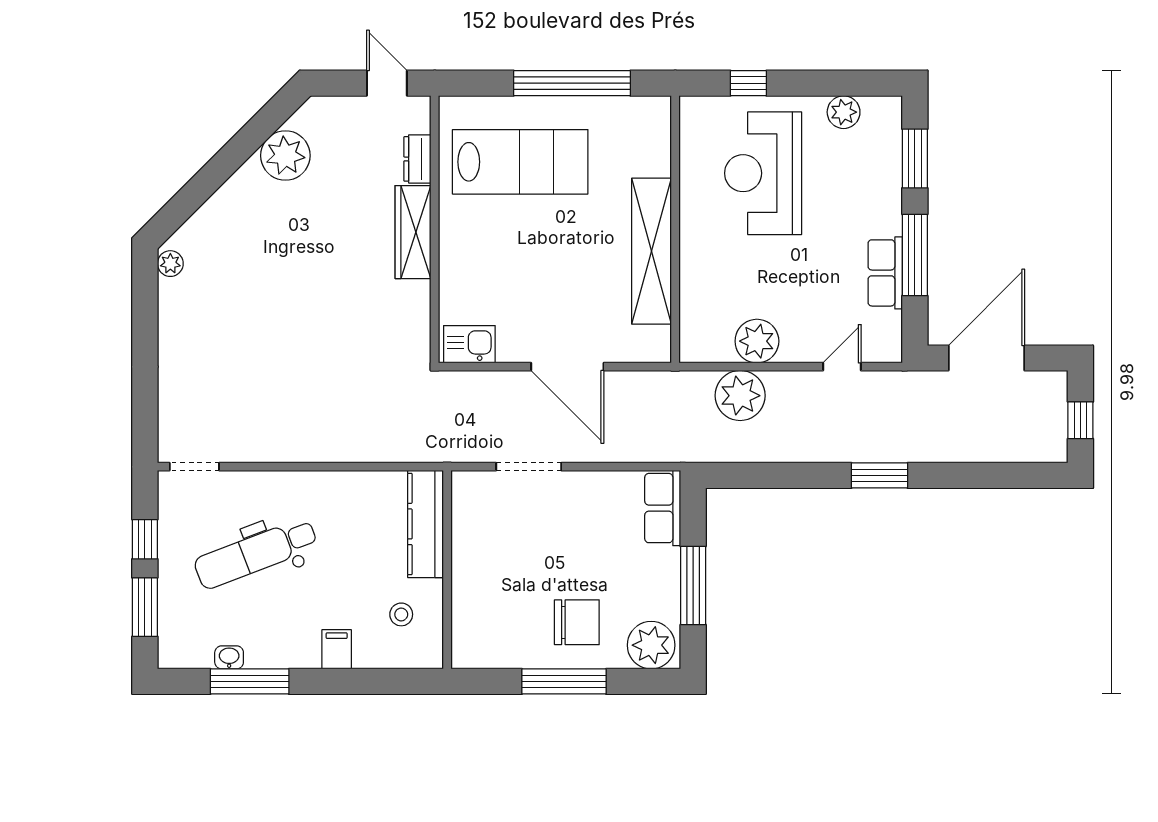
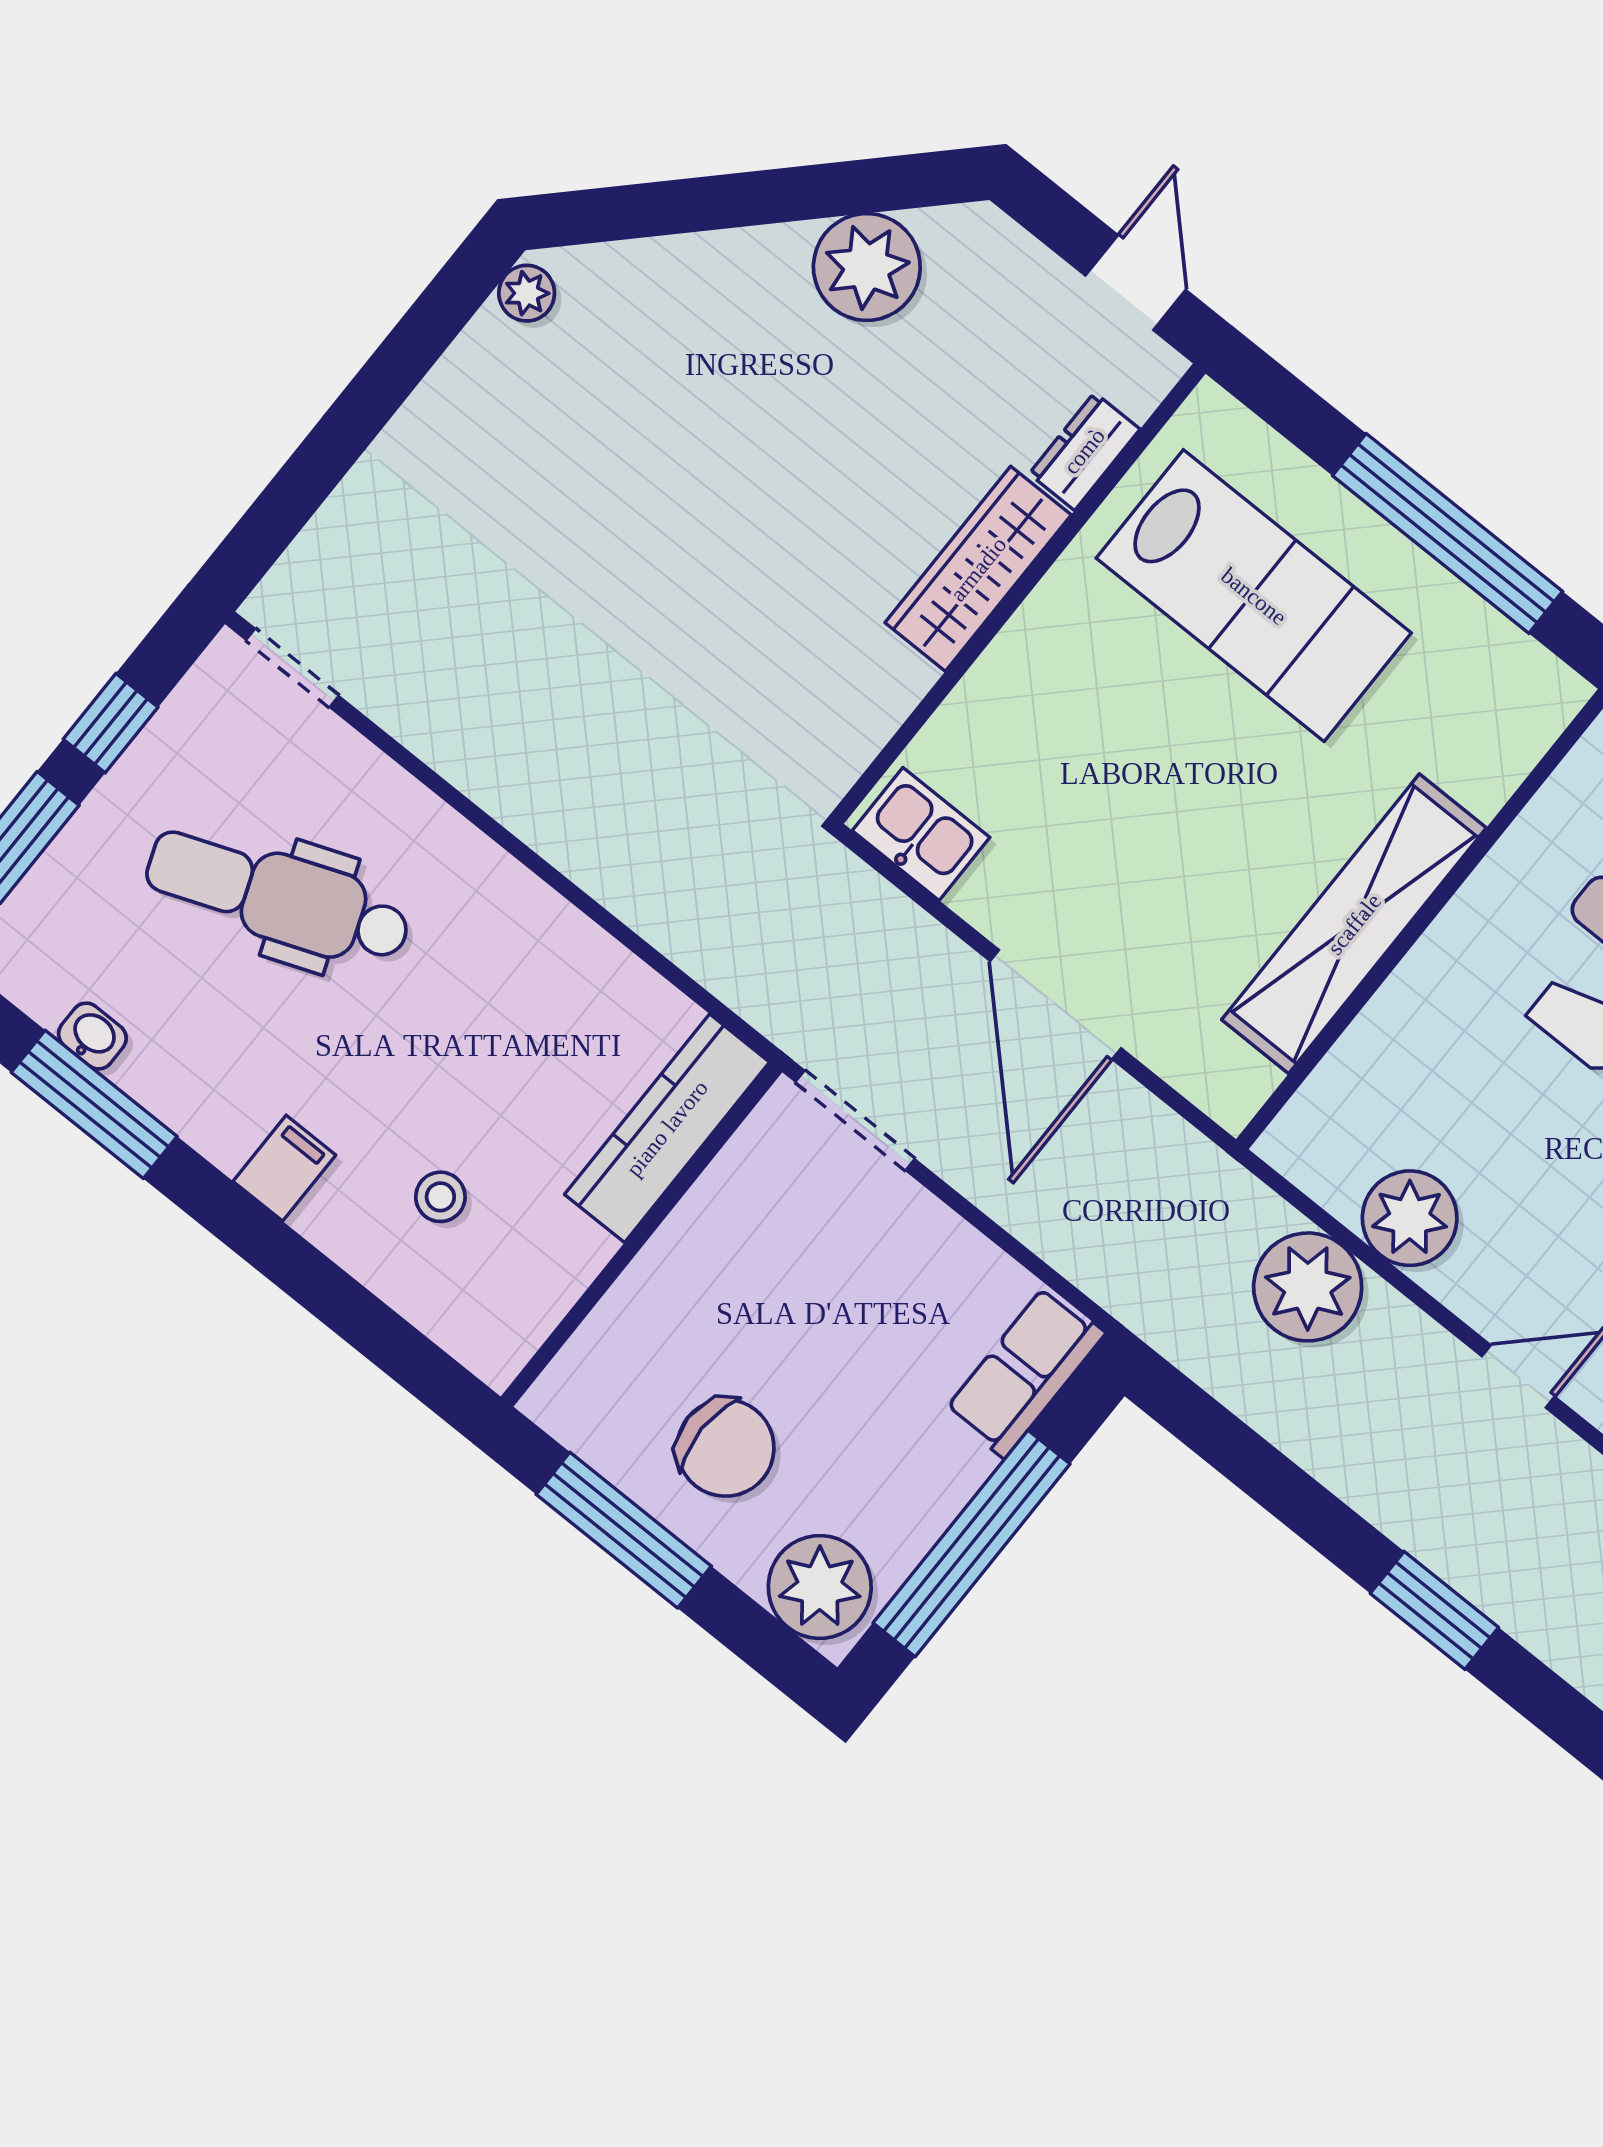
kitchen counter: (426, 524) -> (667, 1128), moved
wall: (447, 570) -> (642, 1234), moved
window: (693, 585) -> (972, 1543), width x1.46

